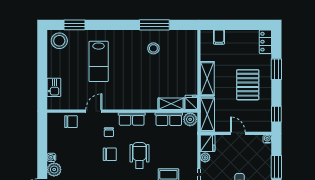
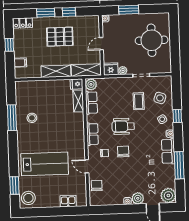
window: (240, 25) -> (9, 45), added
lab bench: (99, 61) -> (45, 164), width x1.36, depth x1.39
window: (276, 114) -> (69, 12), moved

